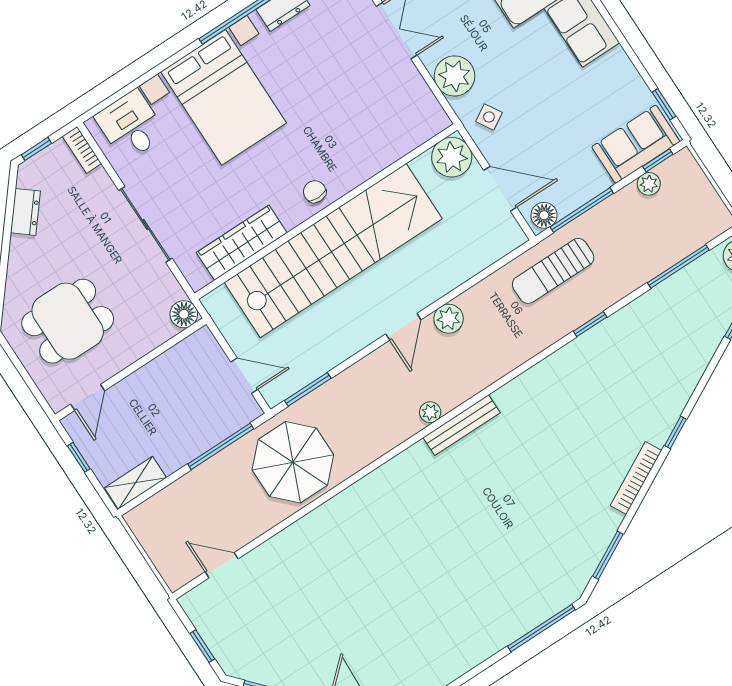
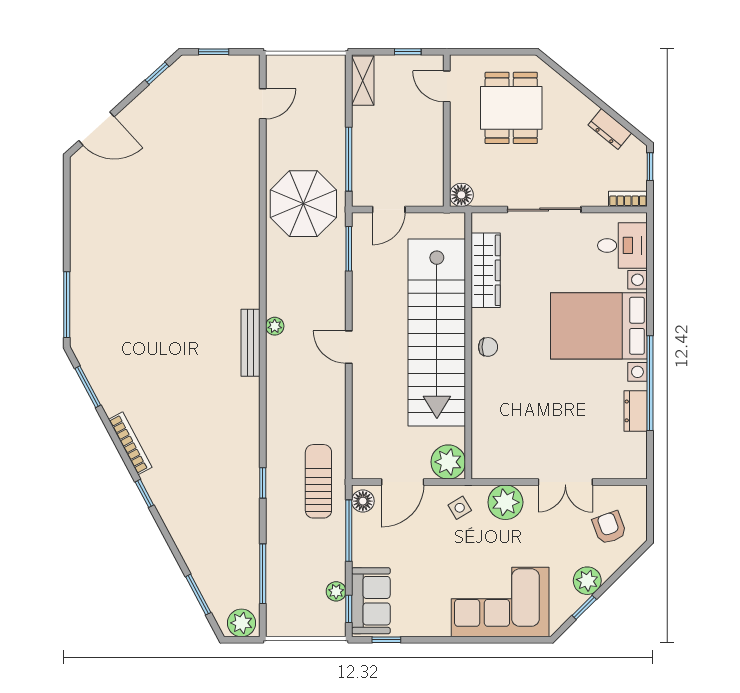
plant: (449, 319) -> (333, 384), removed

